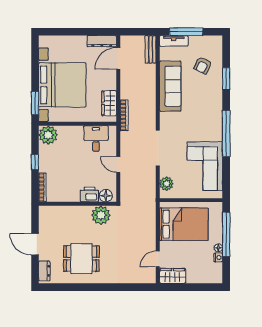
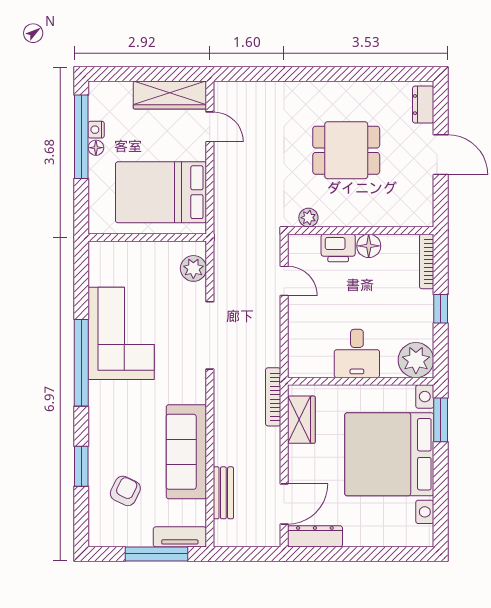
bench: (151, 49) -> (223, 493), moved
desk: (96, 138) -> (357, 353), moved
door: (118, 164) -> (284, 281), moved
corner sofa: (205, 166) -> (121, 333), moved
floor lamp: (106, 196) -> (369, 246), moved
plant: (101, 215) -> (308, 218), width x0.53, depth x0.53
window: (226, 234) -> (81, 137), moved
dining table: (81, 259) -> (346, 150), moved
door: (158, 259) -> (210, 127), hinge flipped
wardrobe: (173, 276) -> (170, 95), width x1.50

